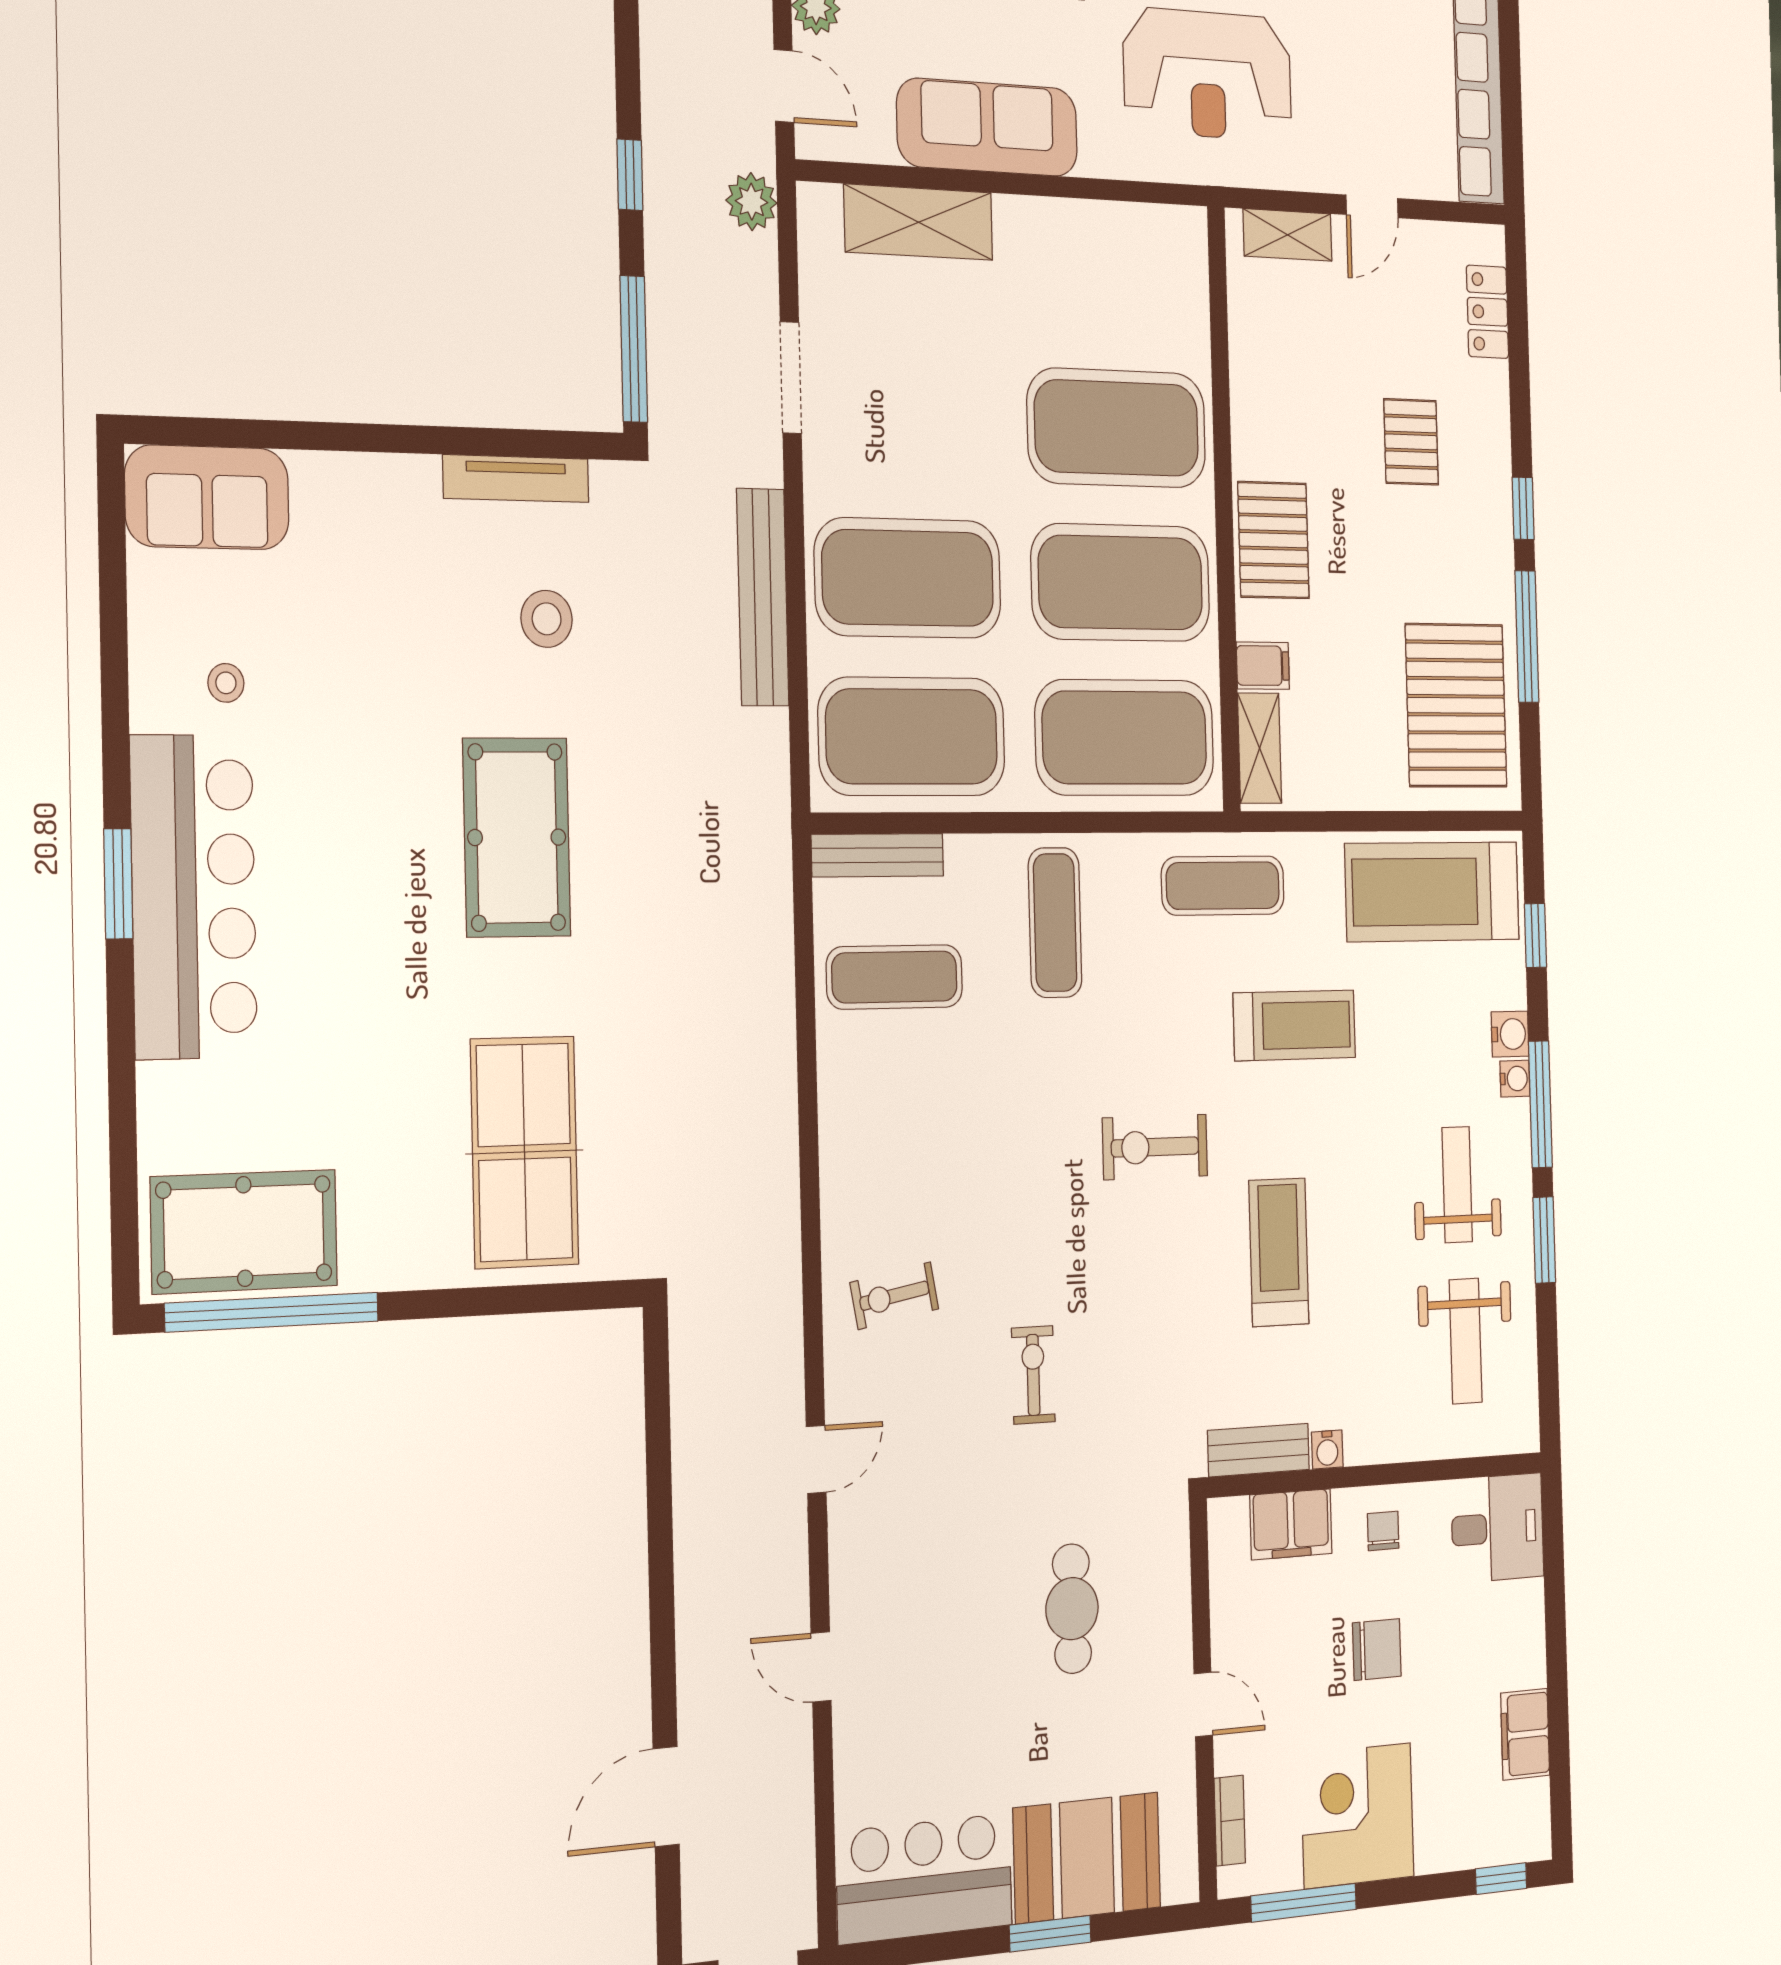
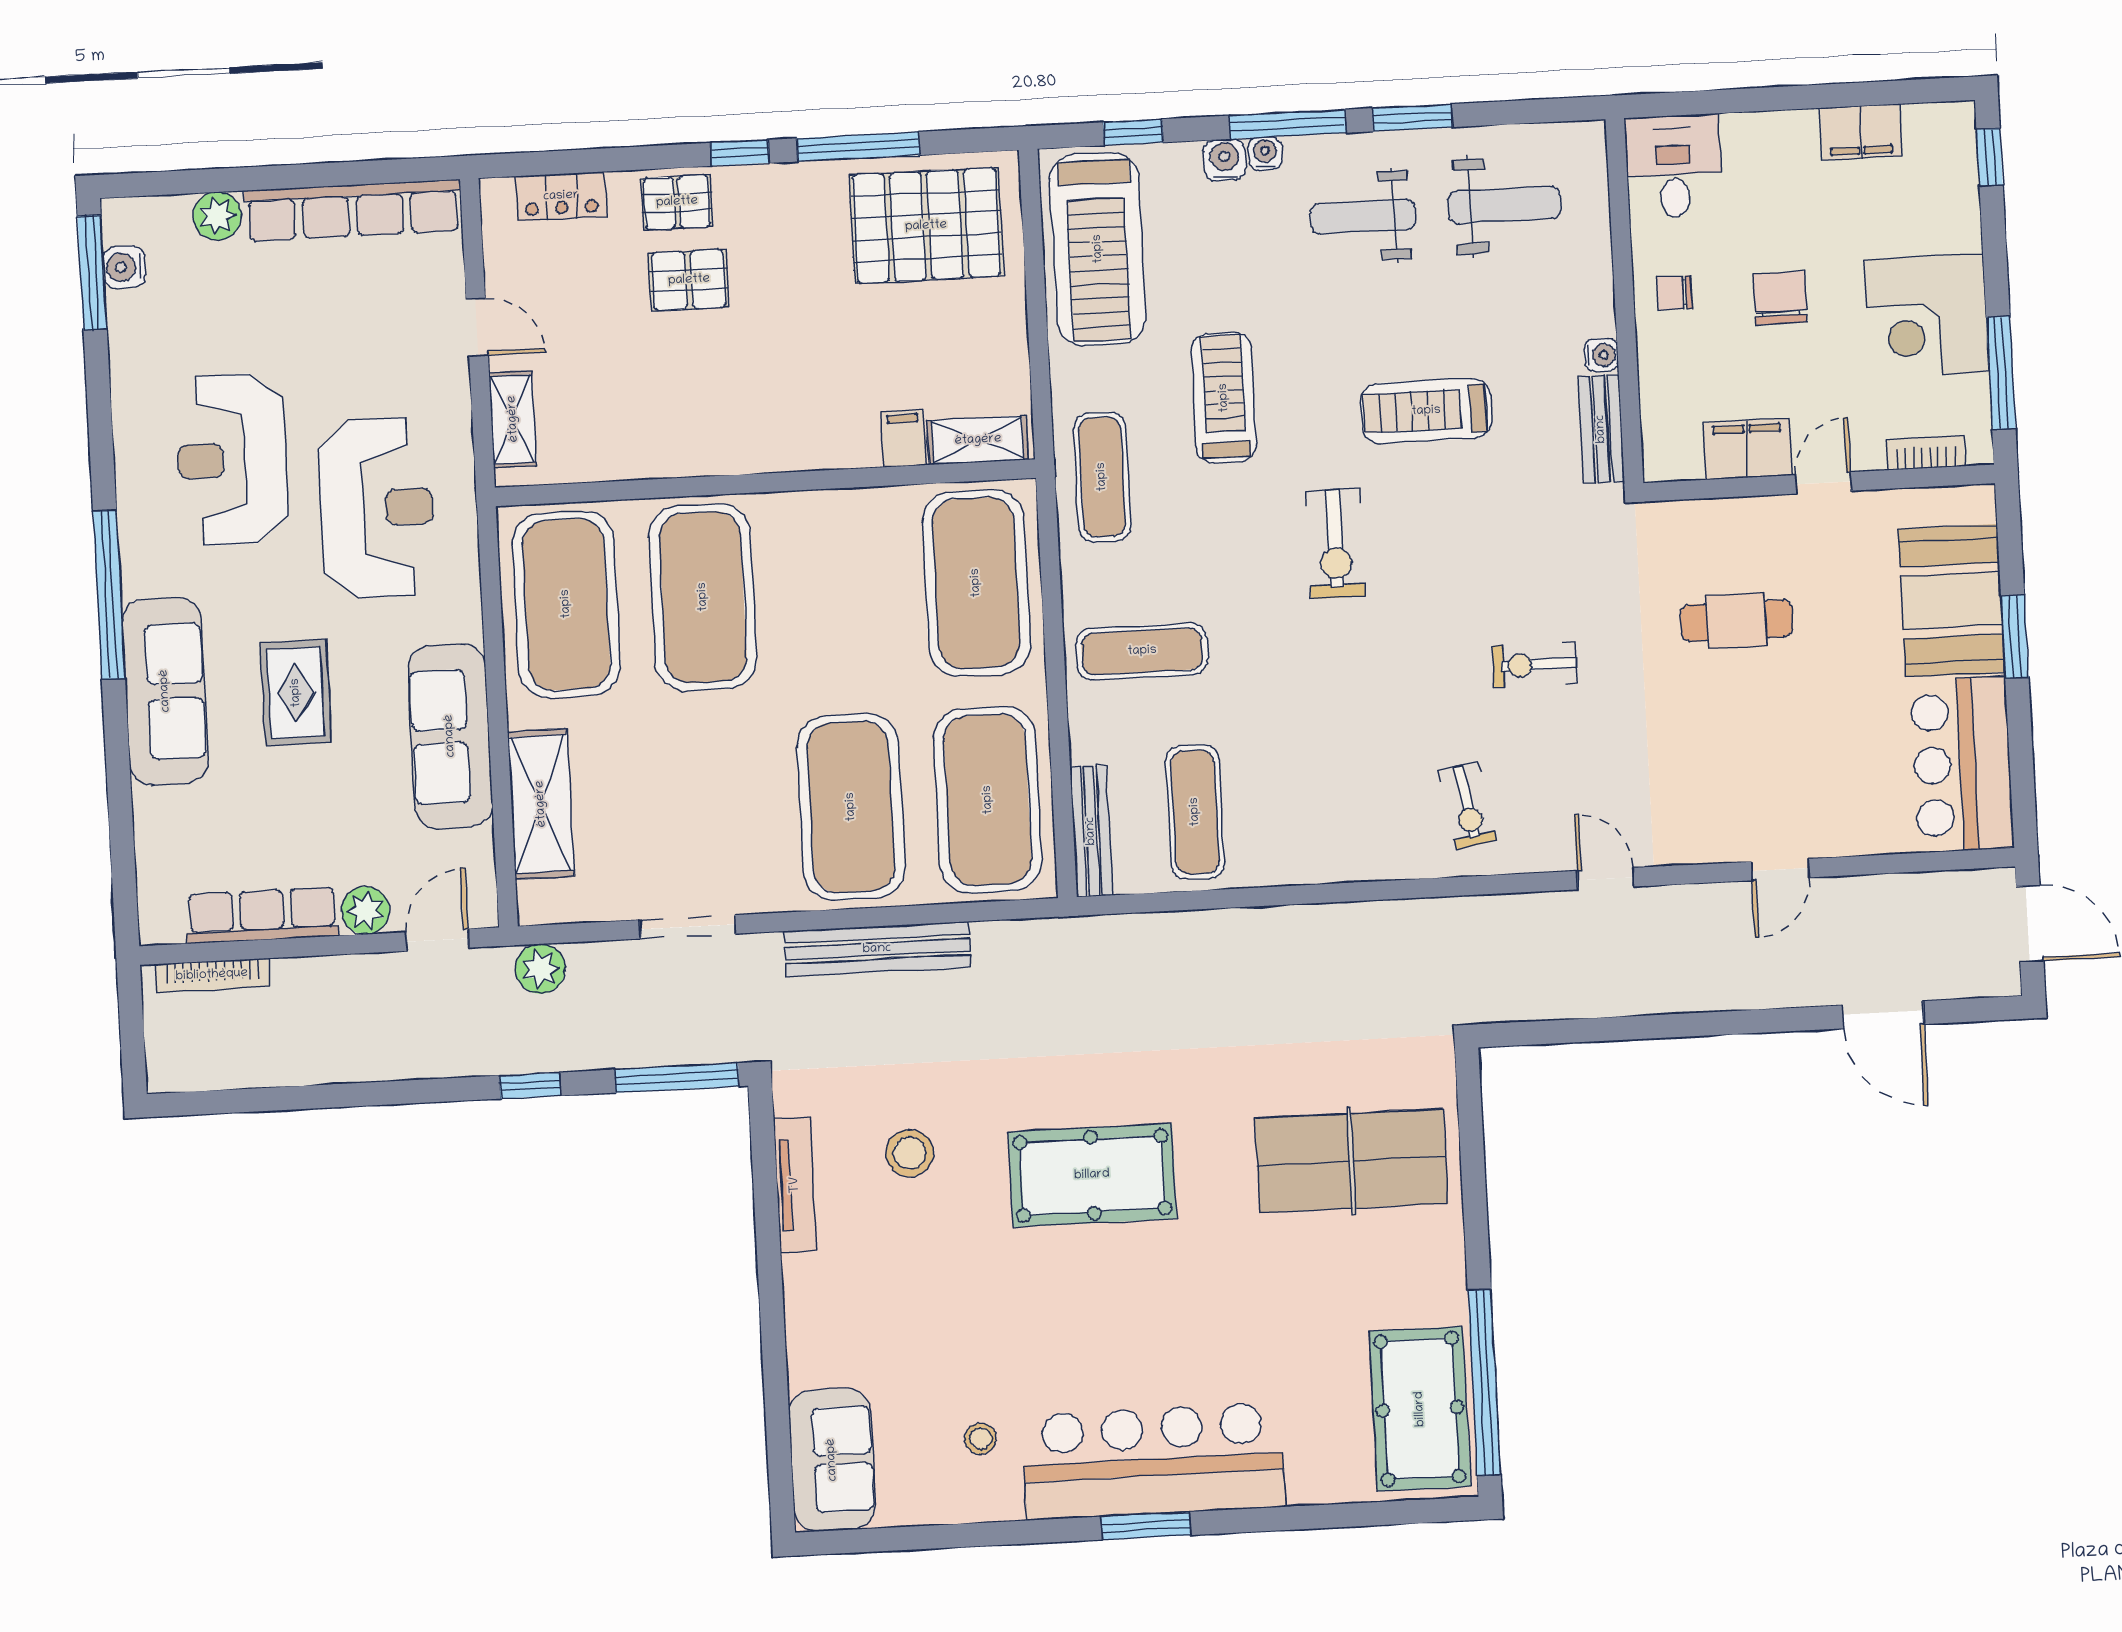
pallet: (1273, 540) -> (677, 202), moved, width x0.67, depth x0.71
exercise mat: (1121, 583) -> (566, 604), moved
filing cabinet: (1291, 1524) -> (1748, 449), moved, turned -90

